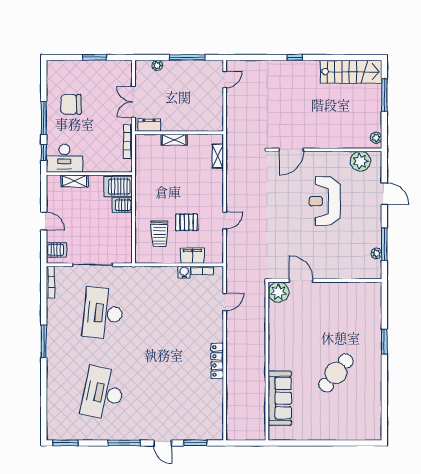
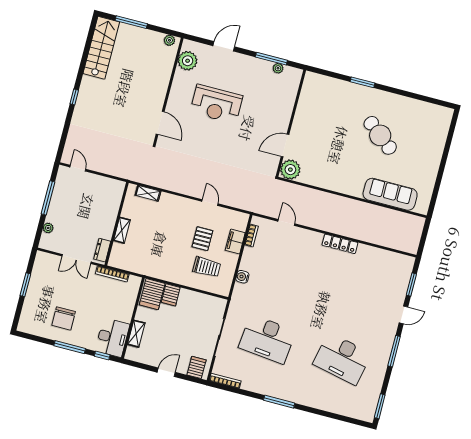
water cooler: (184, 272) -> (242, 277), moved

